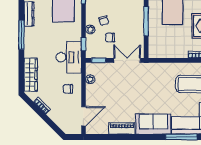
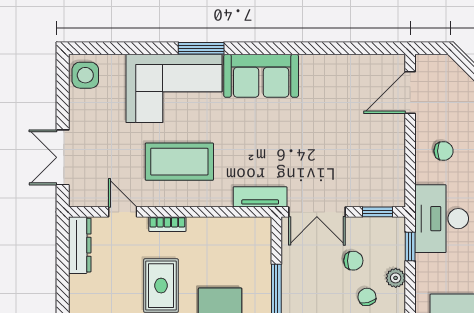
tv unit: (154, 67) -> (260, 197), added
plant: (90, 79) -> (396, 171), removed
piano: (122, 128) -> (328, 67), removed
window: (181, 137) -> (201, 48), width x0.69

